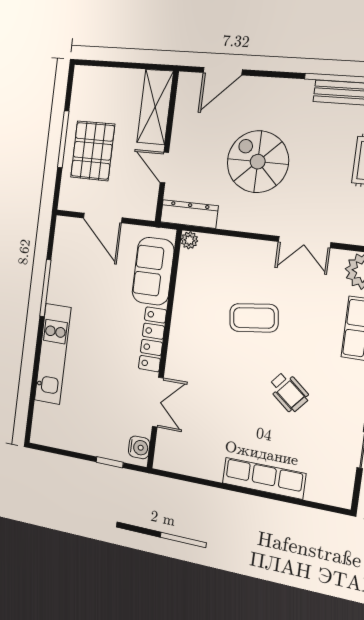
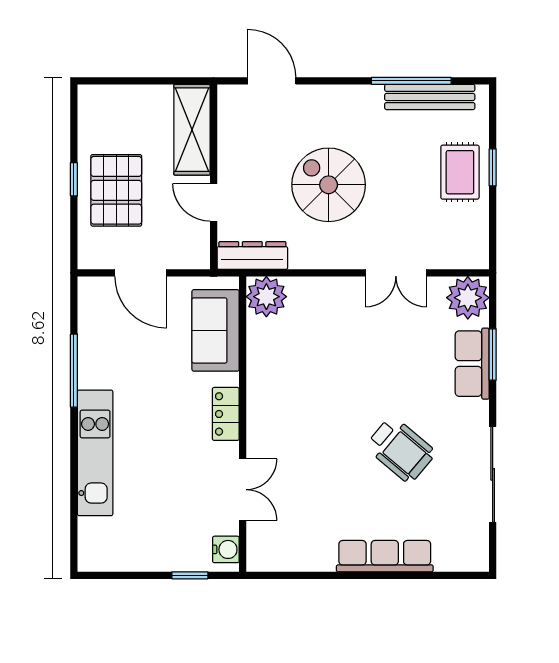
door: (223, 71) -> (272, 81), swing flipped
window: (63, 139) -> (74, 179), width x0.46
plant: (189, 240) -> (266, 297), width x1.88, depth x1.88
coffee table: (254, 318) -> (348, 369), removed
locker: (152, 339) -> (226, 414), width x0.66
wheelchair: (289, 392) -> (401, 450), width x1.36, depth x1.37

